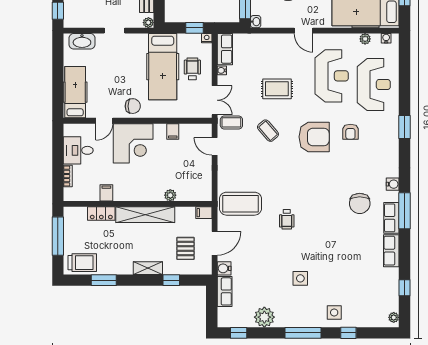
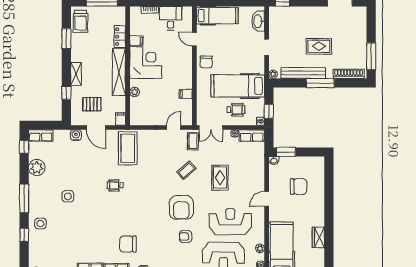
reception desk: (332, 76) -> (230, 222), turned 180
corner desk: (133, 143) -> (146, 62), moved, turned 180
row of seats: (225, 291) -> (41, 136), moved

